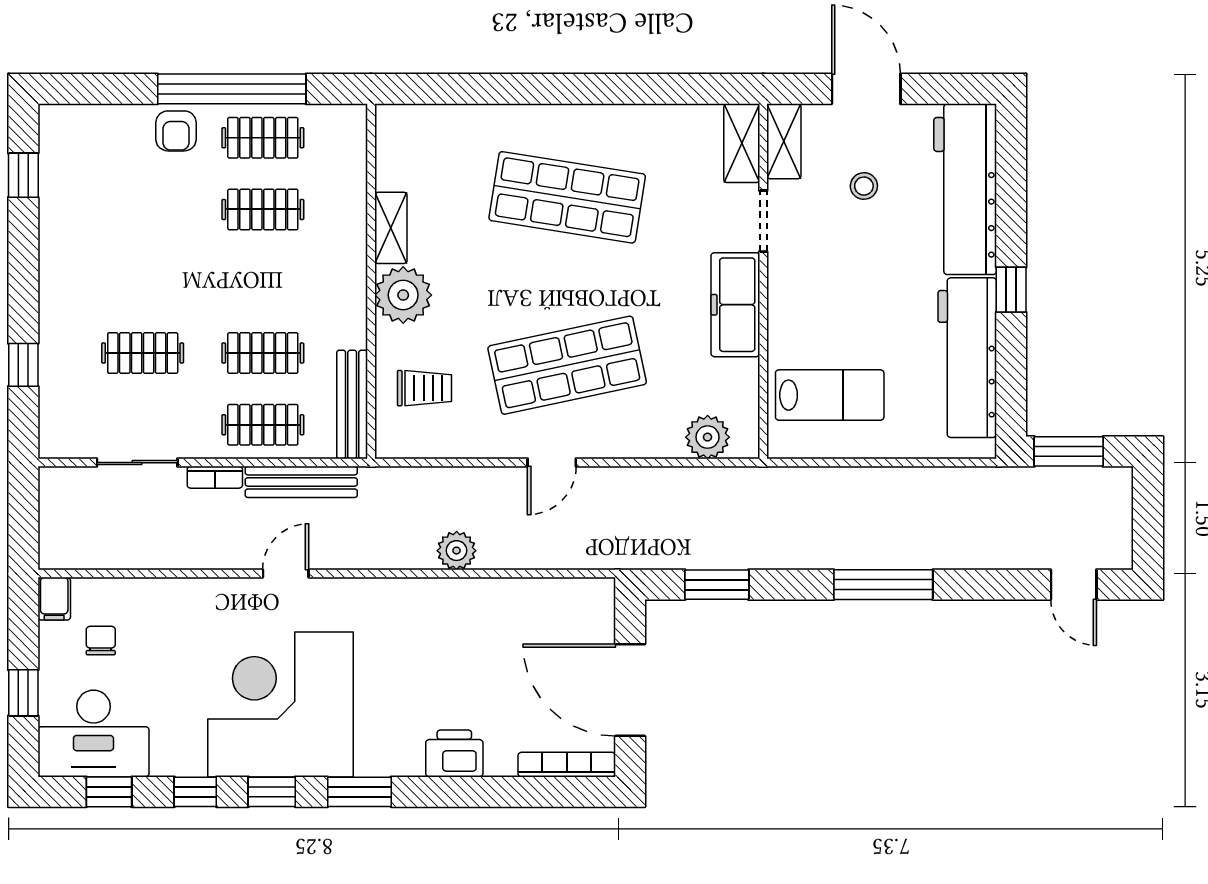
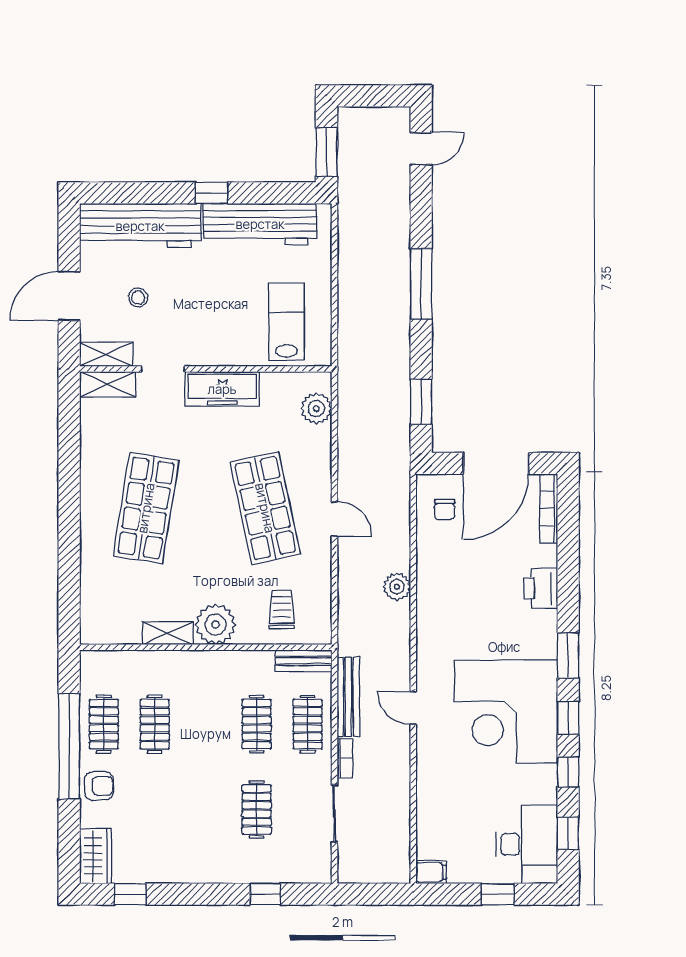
wardrobe: (77, 126) -> (96, 856), added
bench: (352, 404) -> (303, 661), width x0.73
chair: (101, 641) -> (445, 510), moved, turned -90

